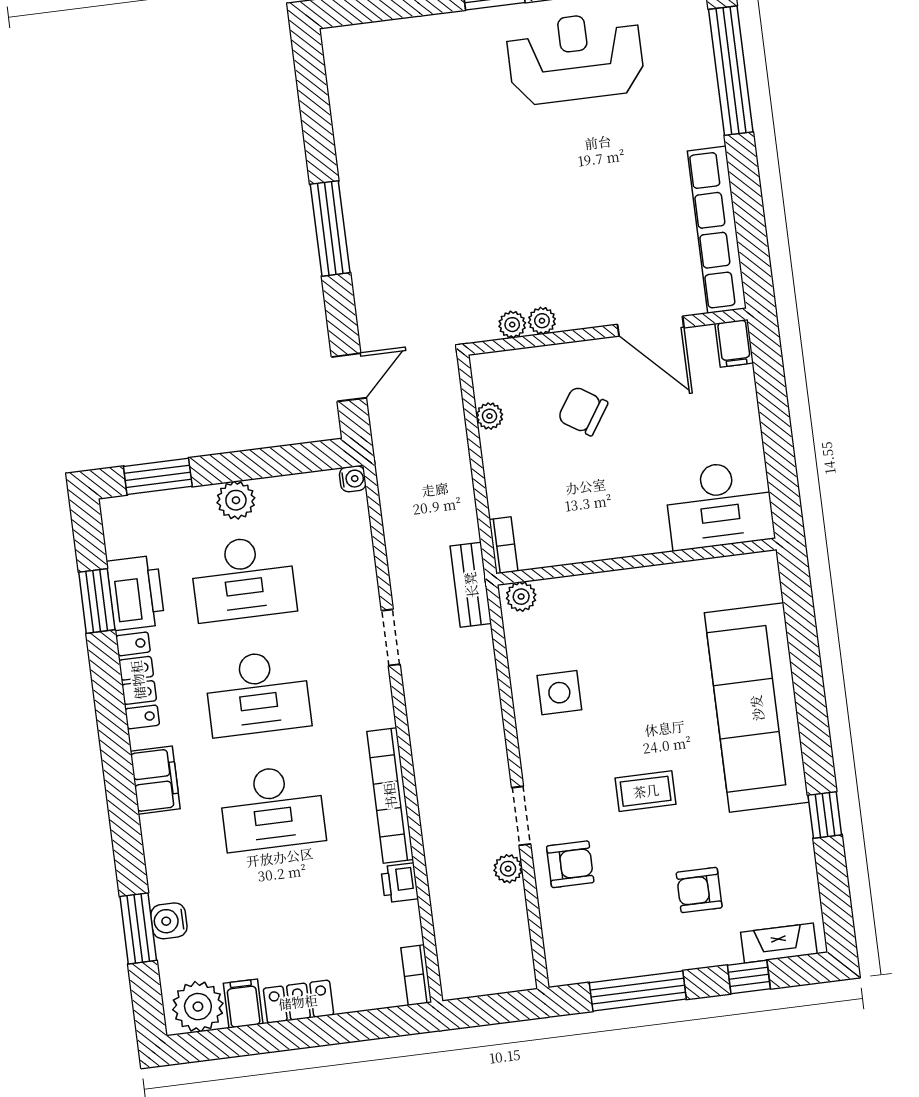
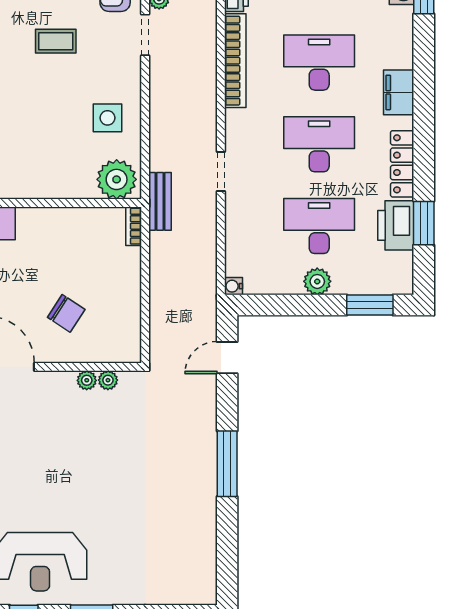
plant: (489, 416) -> (132, 318), removed
plant: (521, 597) -> (117, 179), width x1.87, depth x1.87

